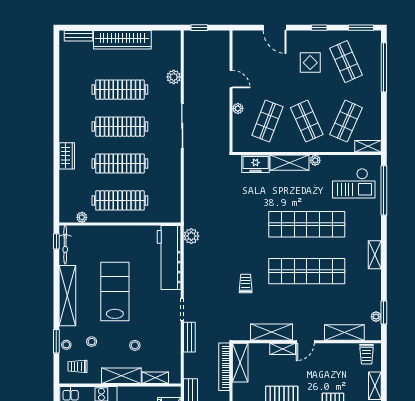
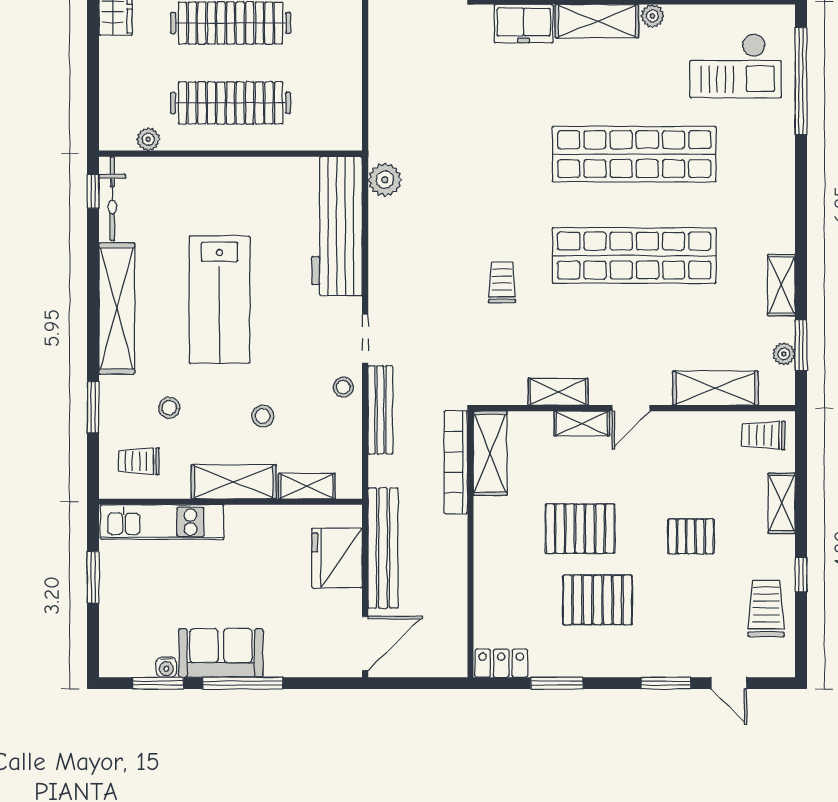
shelving: (375, 255) -> (781, 285), moved
lab bench: (115, 291) -> (220, 300), turned 180
shelving: (271, 332) -> (558, 392), width x0.67, depth x0.75
bench: (189, 337) -> (380, 410), width x1.36
stool: (66, 345) -> (343, 387), moved
trolley: (367, 354) -> (763, 435), turned 91

